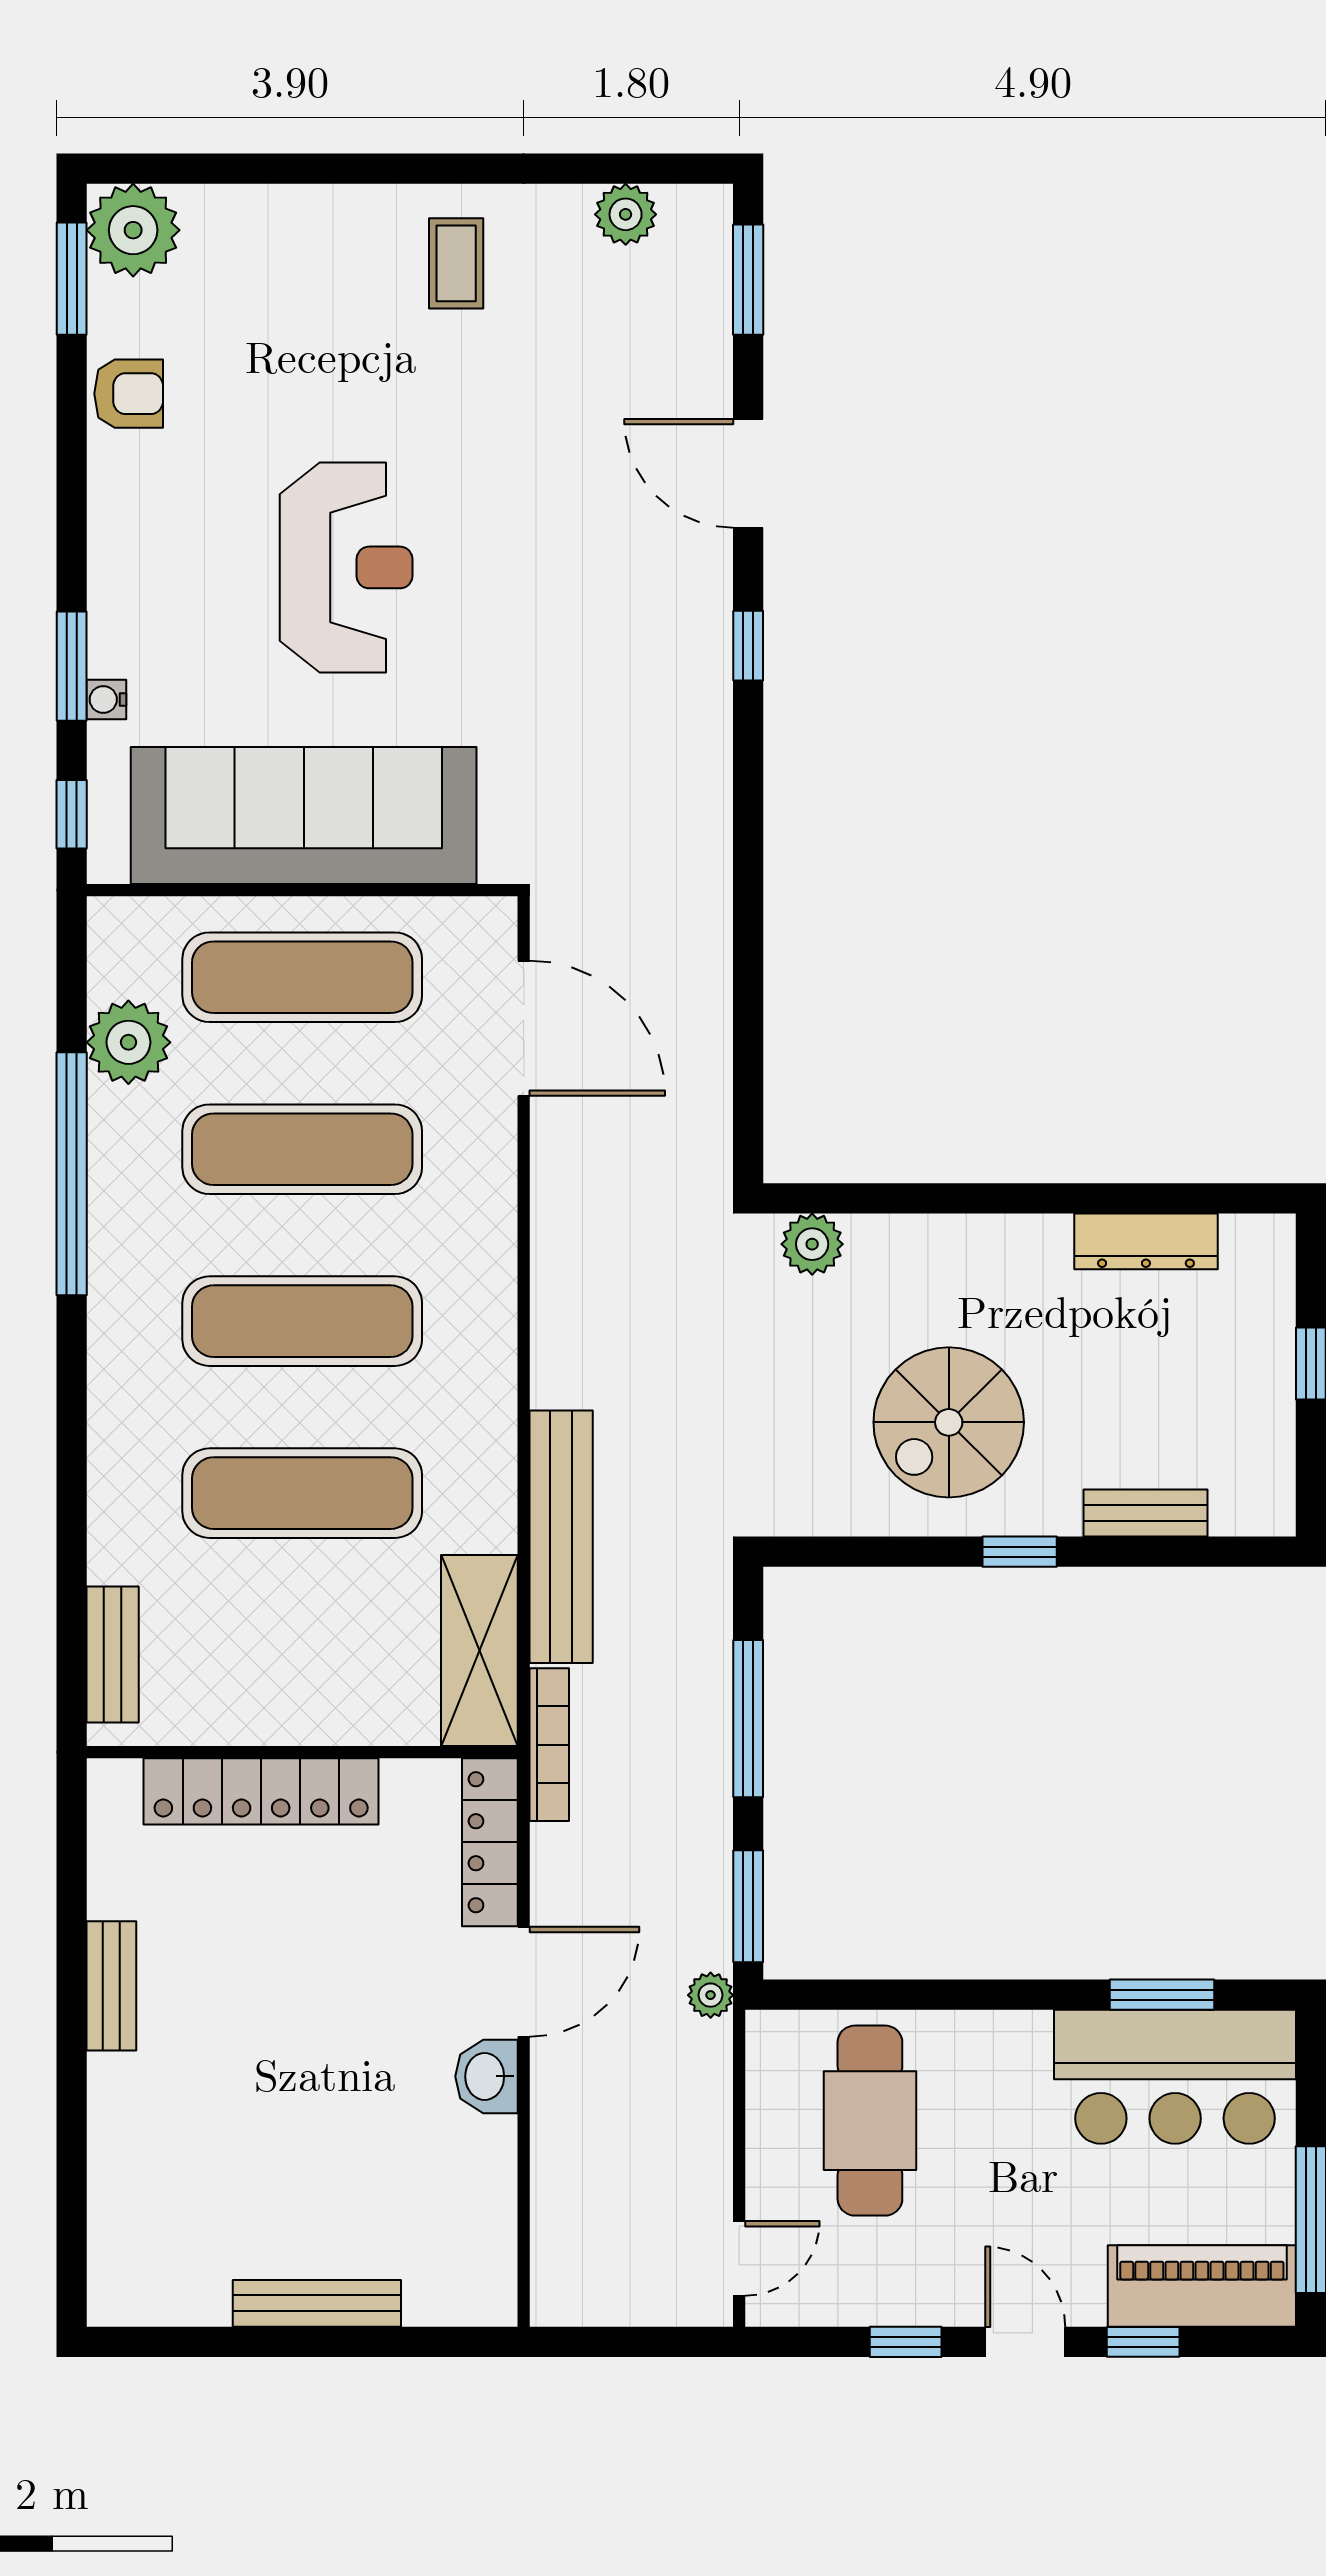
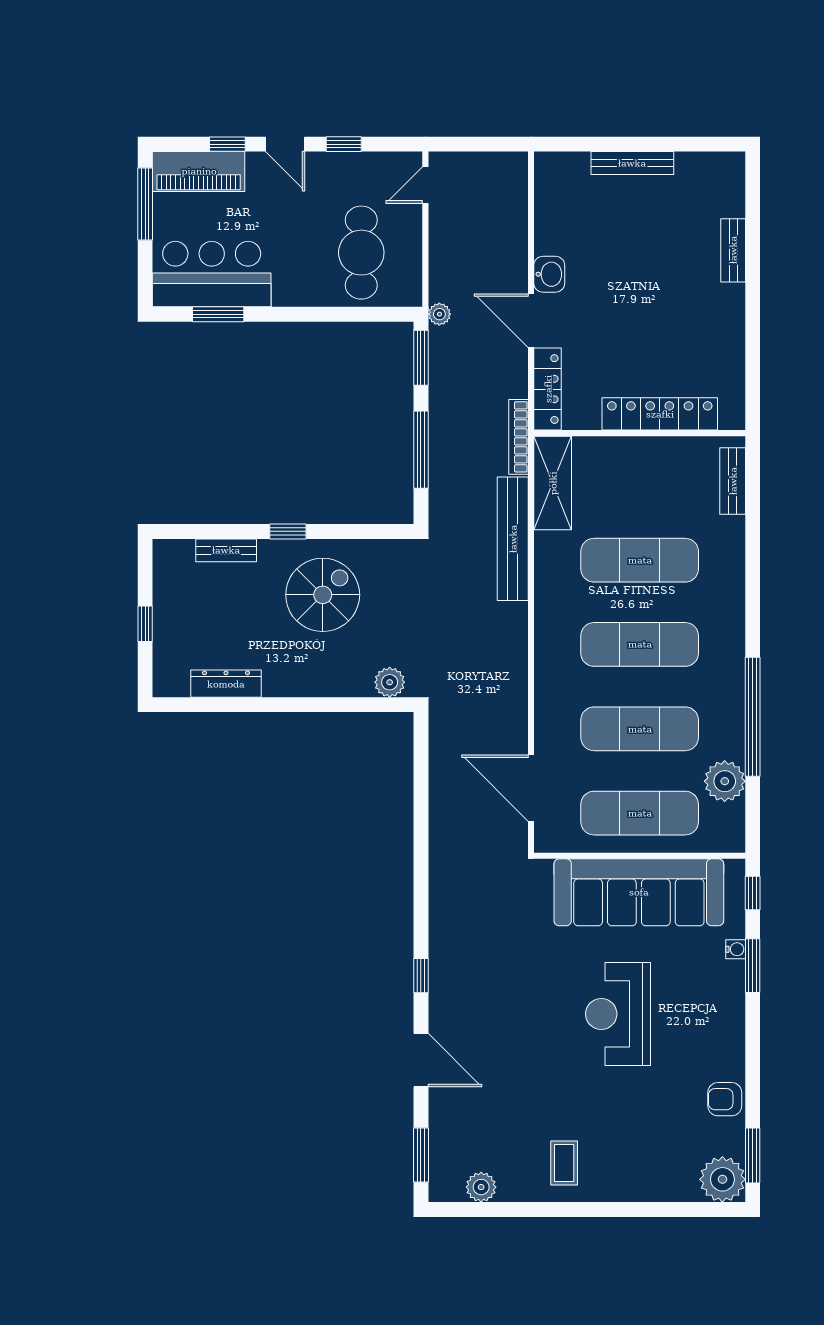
door: (524, 1982) -> (531, 321), hinge flipped
bench: (111, 1986) -> (733, 250), moved

